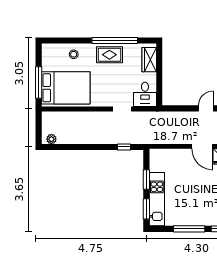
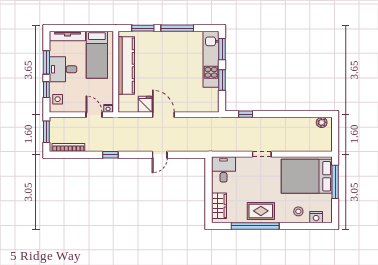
nightstand: (57, 49) -> (316, 217), added
doorway: (122, 109) -> (262, 154), moved

